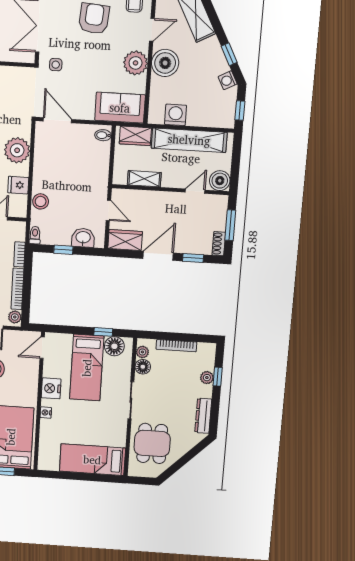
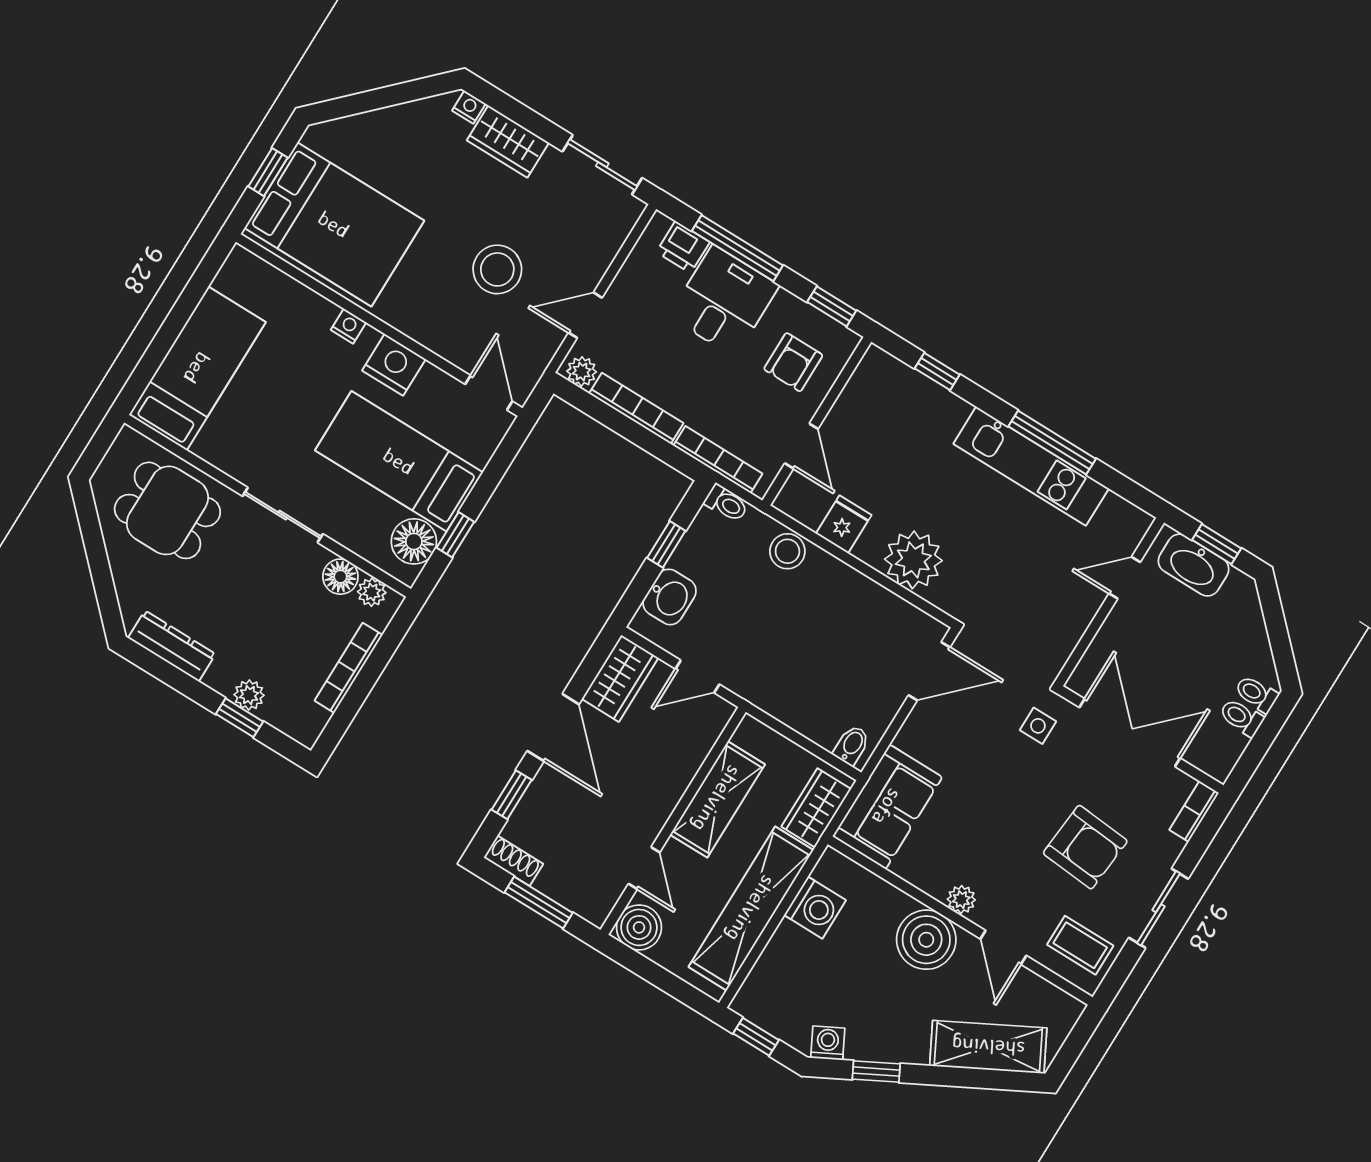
plant: (136, 63) -> (961, 900), width x0.53, depth x0.53
shelving: (144, 179) -> (717, 799), width x1.50, depth x1.33
bookcase: (19, 254) -> (718, 460), width x1.56

